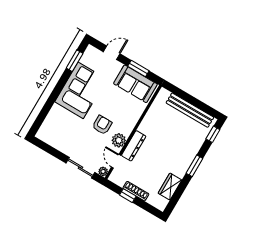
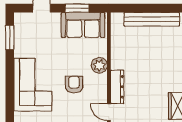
corner sofa: (81, 90) -> (33, 85), moved
plant: (119, 140) -> (99, 65), moved

